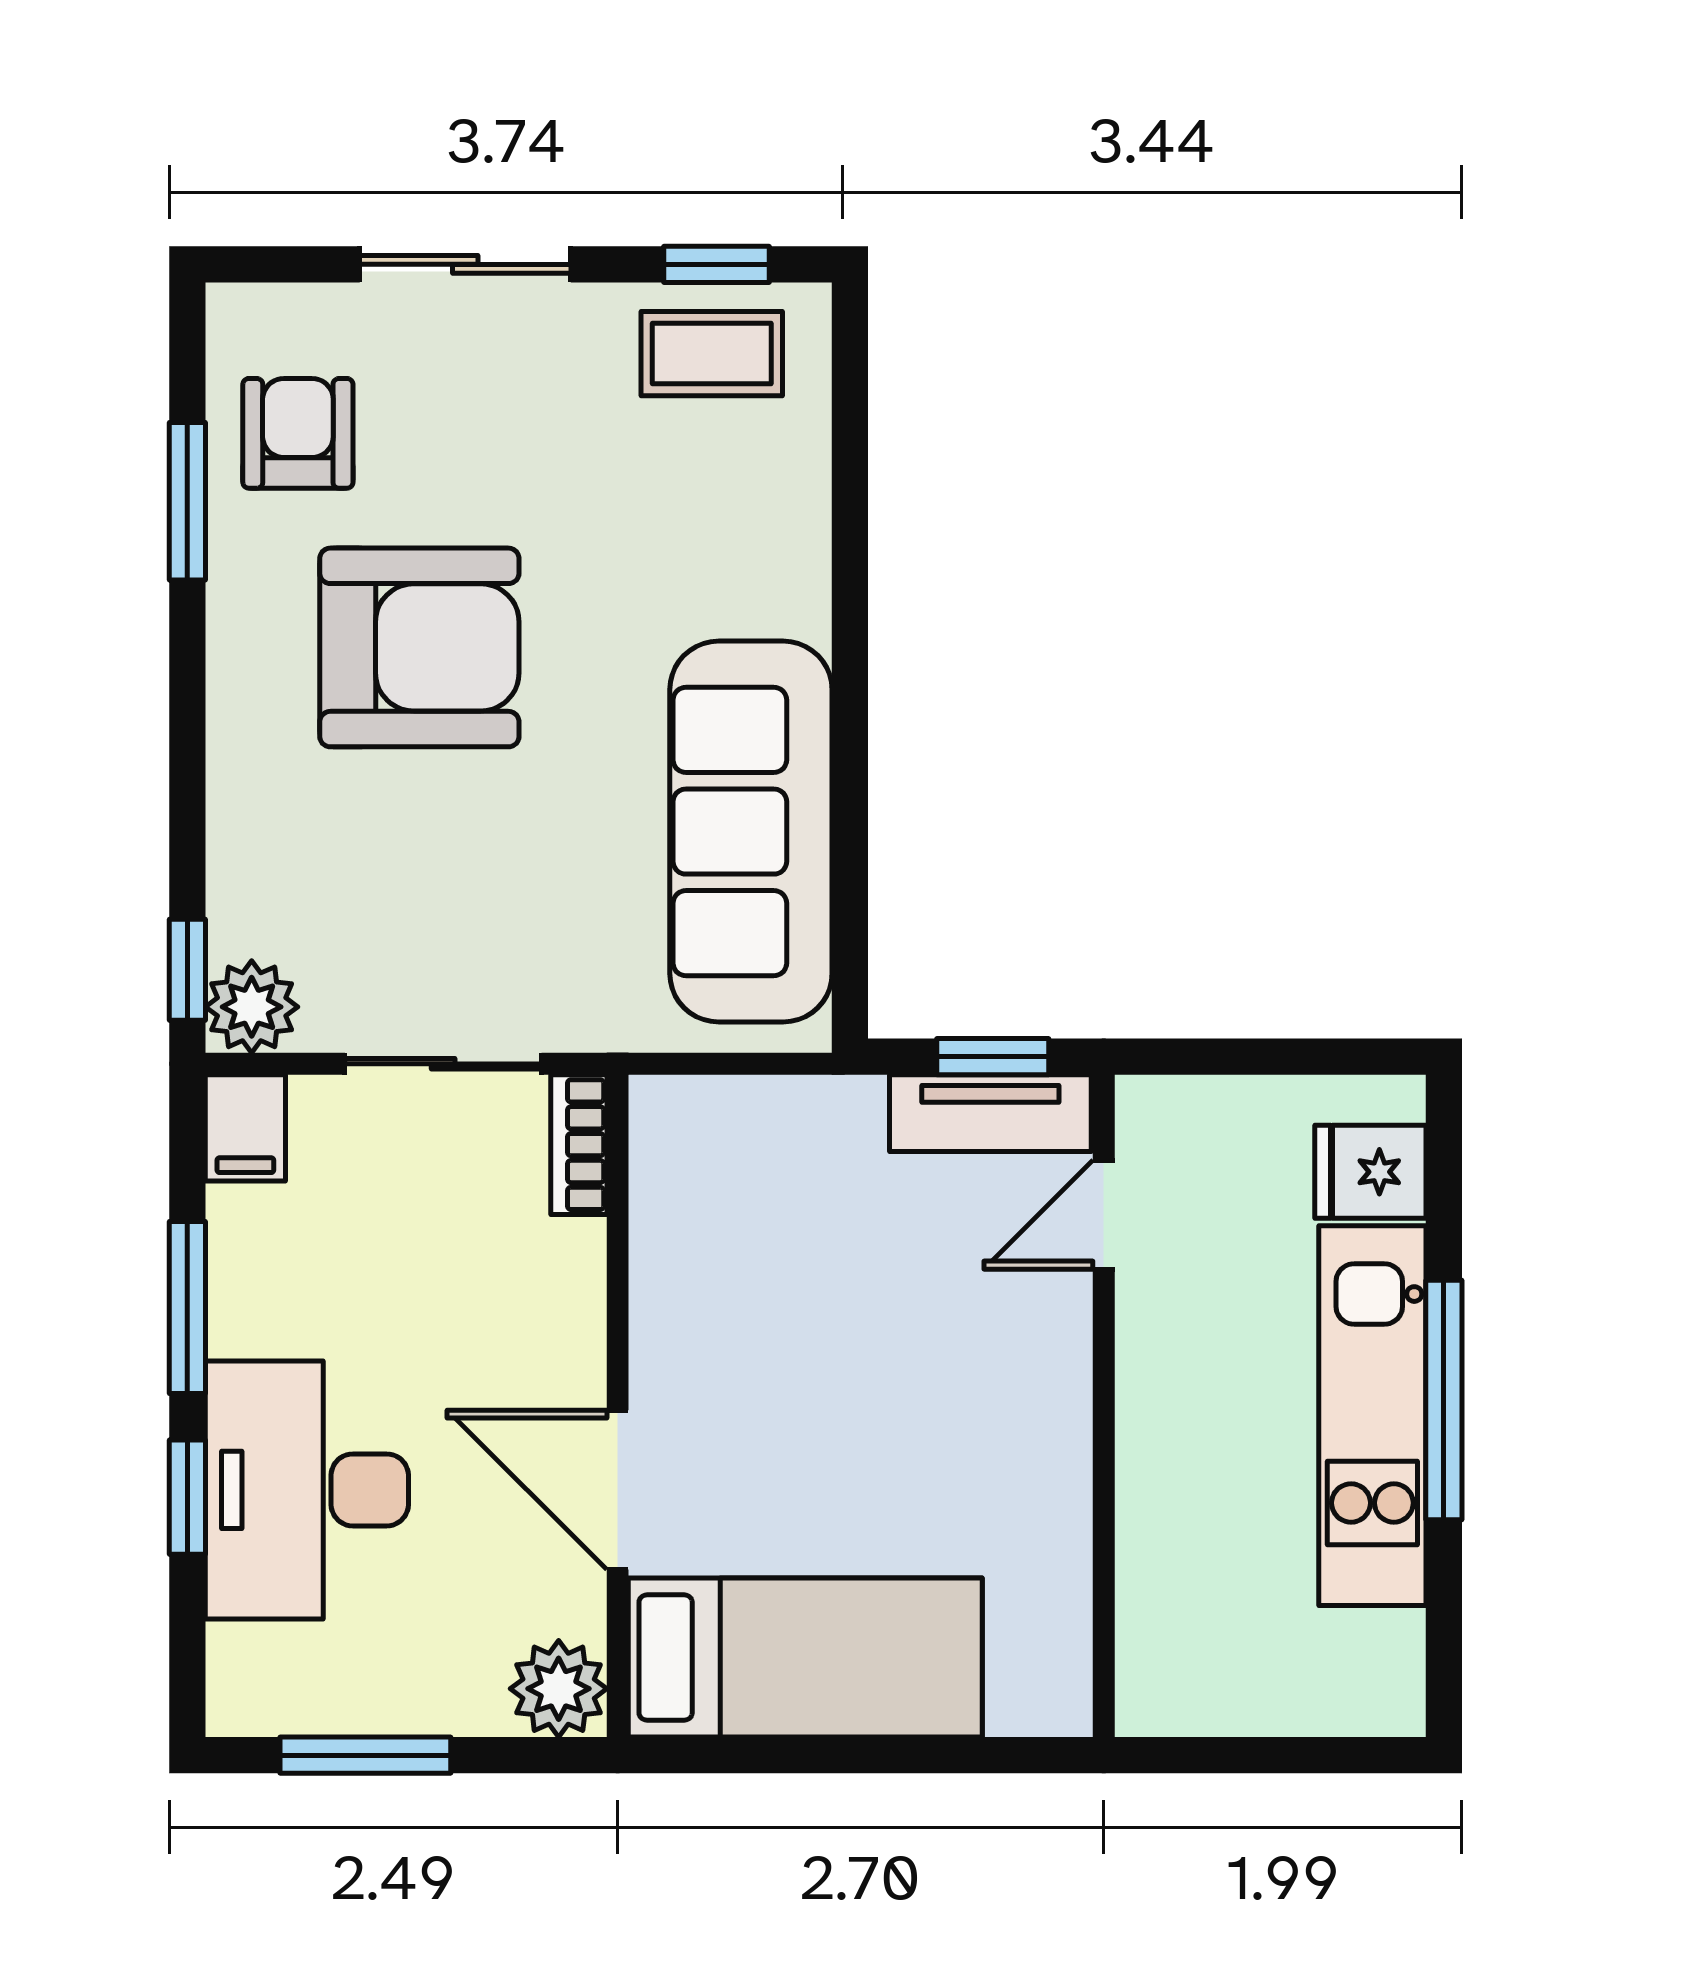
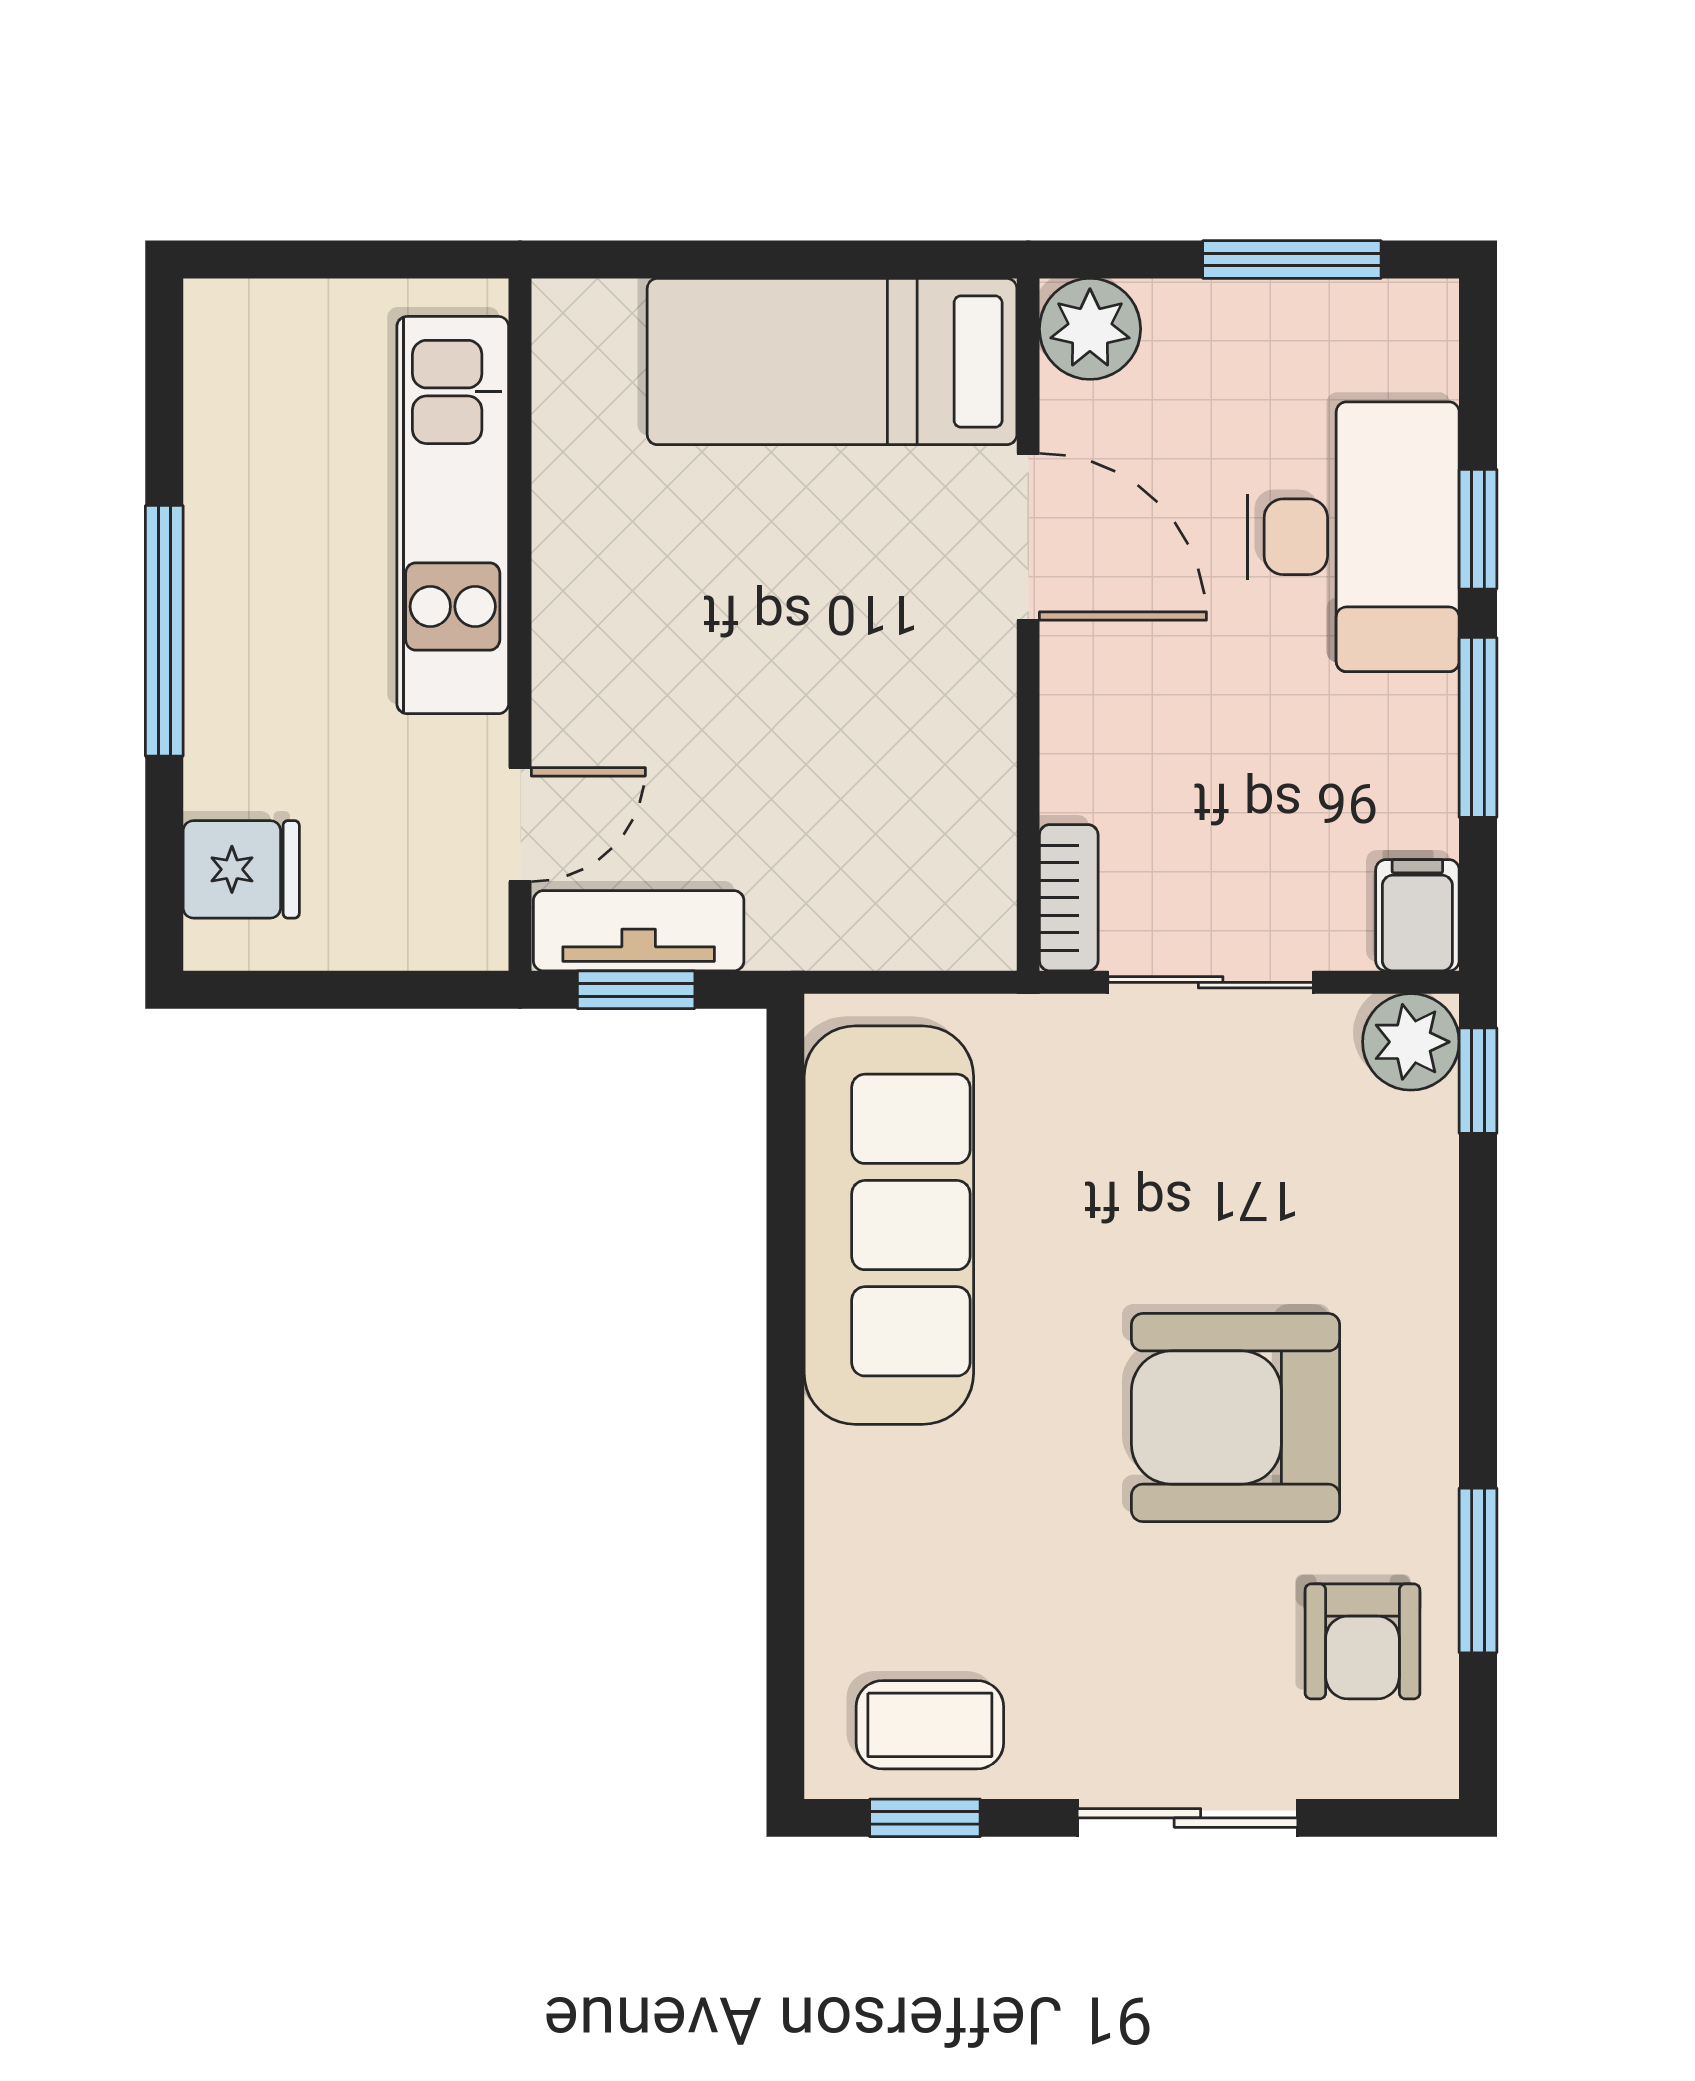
kitchen unit: (1372, 1416) -> (453, 515), moved, turned 180

